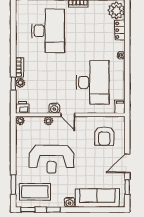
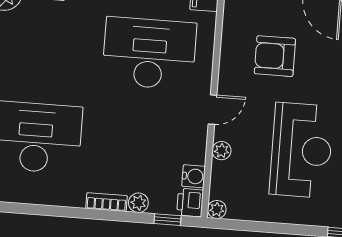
window: (13, 84) -> (167, 220), moved
water cooler: (54, 108) -> (194, 176), moved
armchair: (104, 136) -> (275, 56), moved, turned 180

